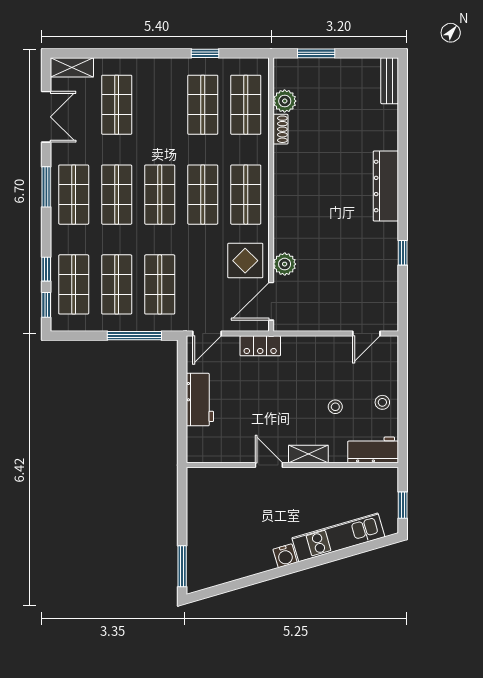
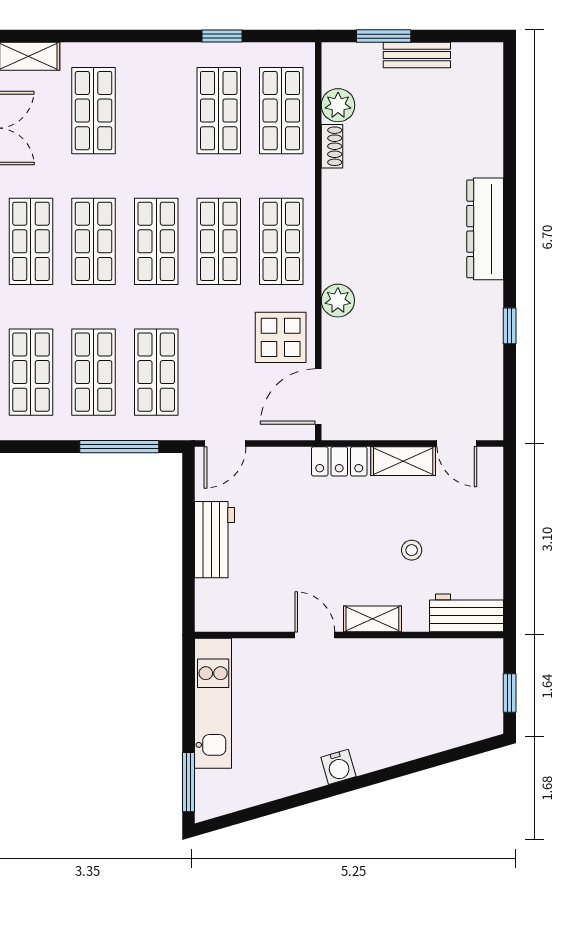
bench: (390, 81) -> (417, 55), moved, turned 90
plant: (285, 264) -> (338, 301), moved
door: (366, 334) -> (457, 444), hinge flipped
locker: (260, 346) -> (339, 461), moved
shelving: (329, 346) -> (403, 461), added
stool: (382, 402) -> (480, 544), removed
kitchen unit: (338, 537) -> (213, 703), moved, turned 106

